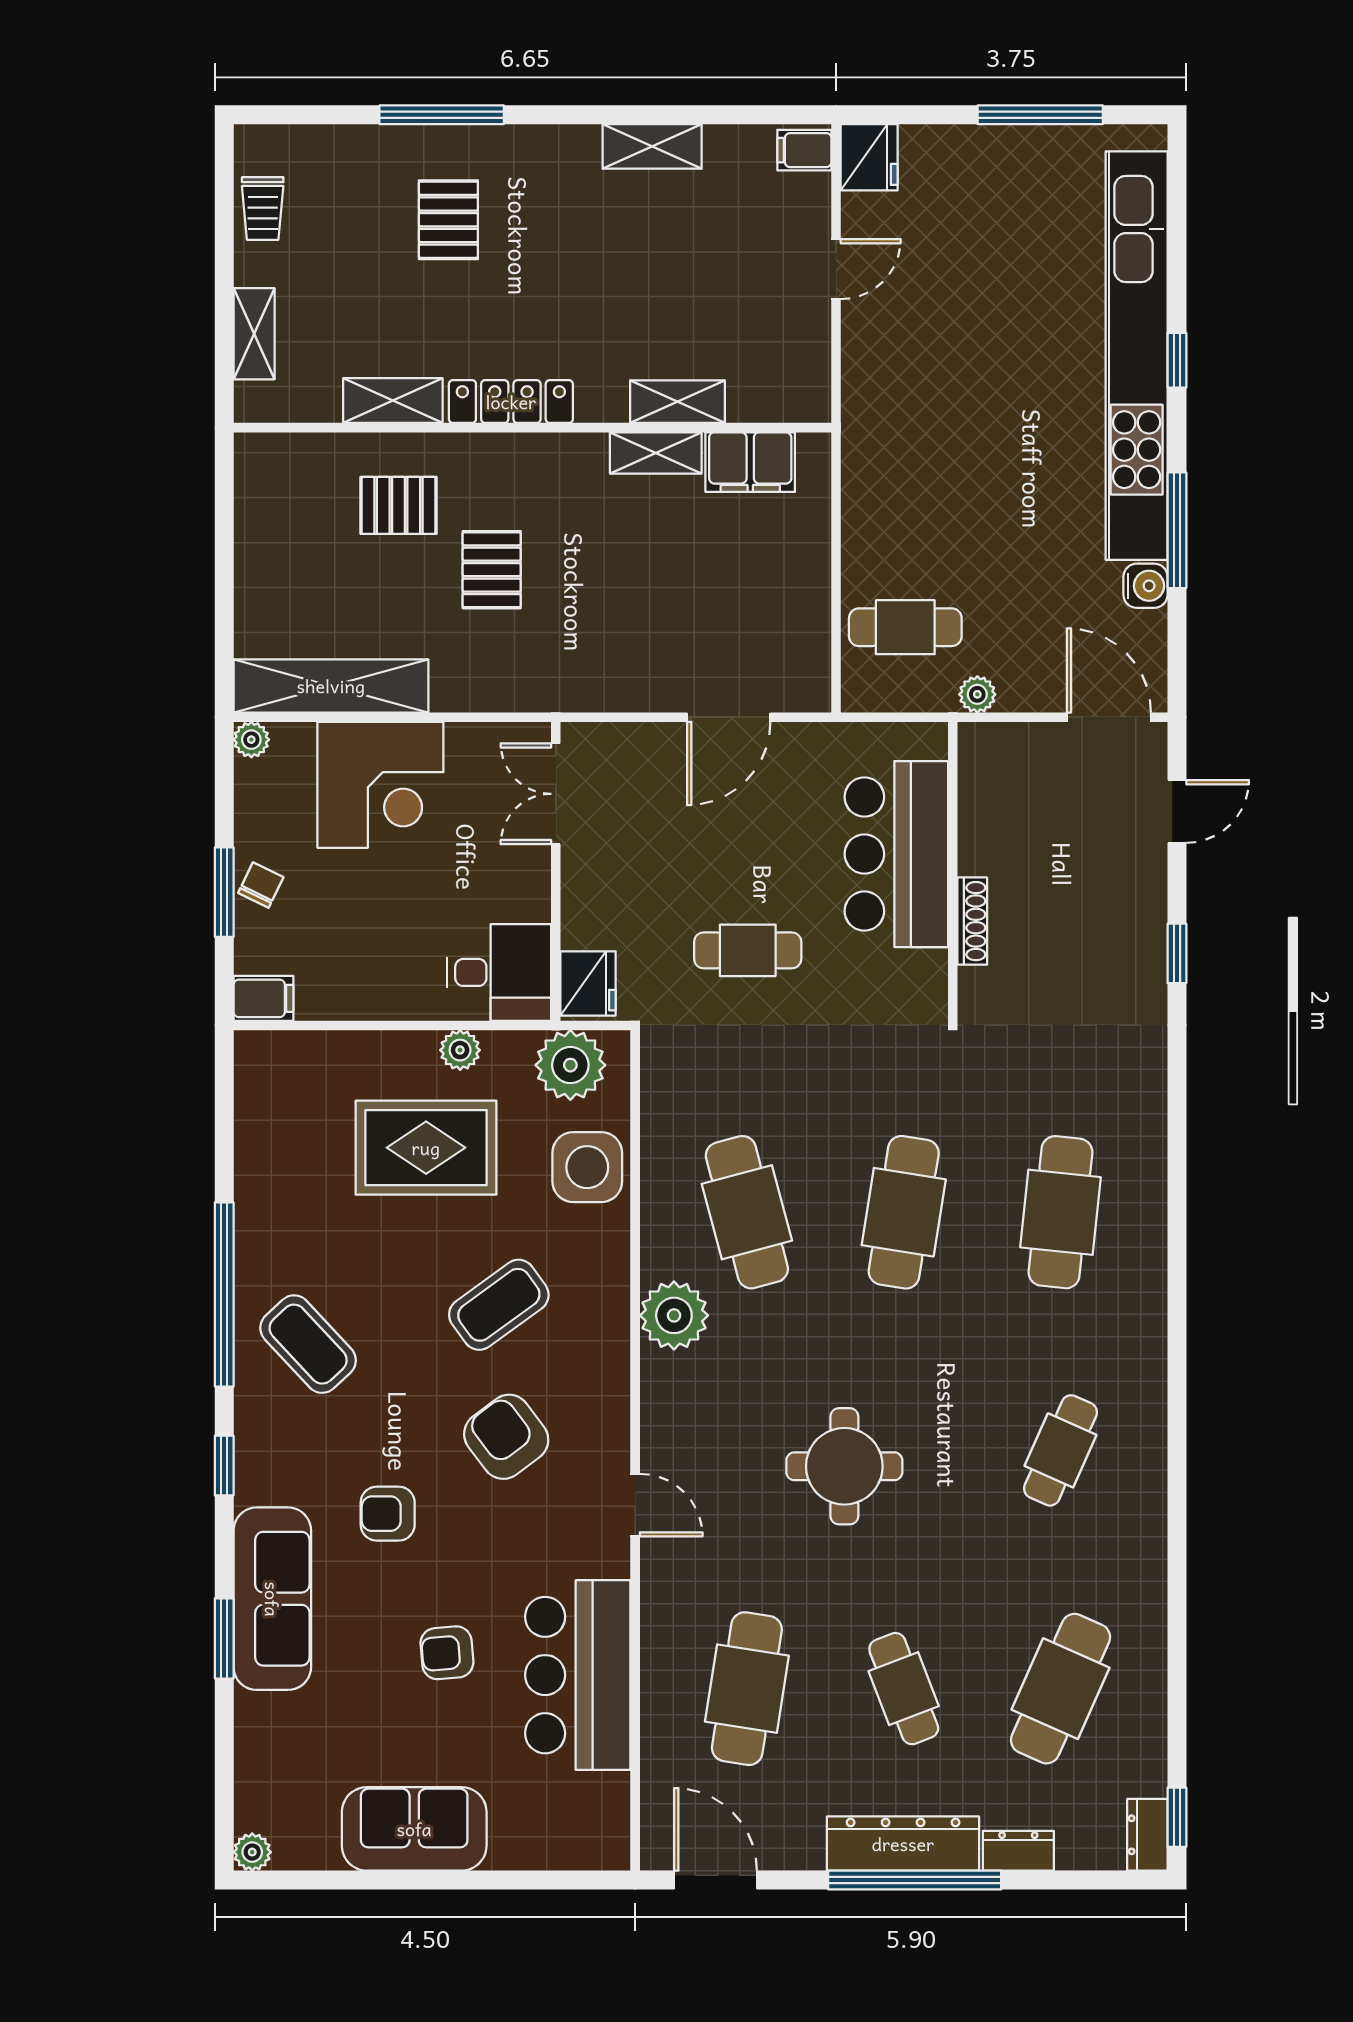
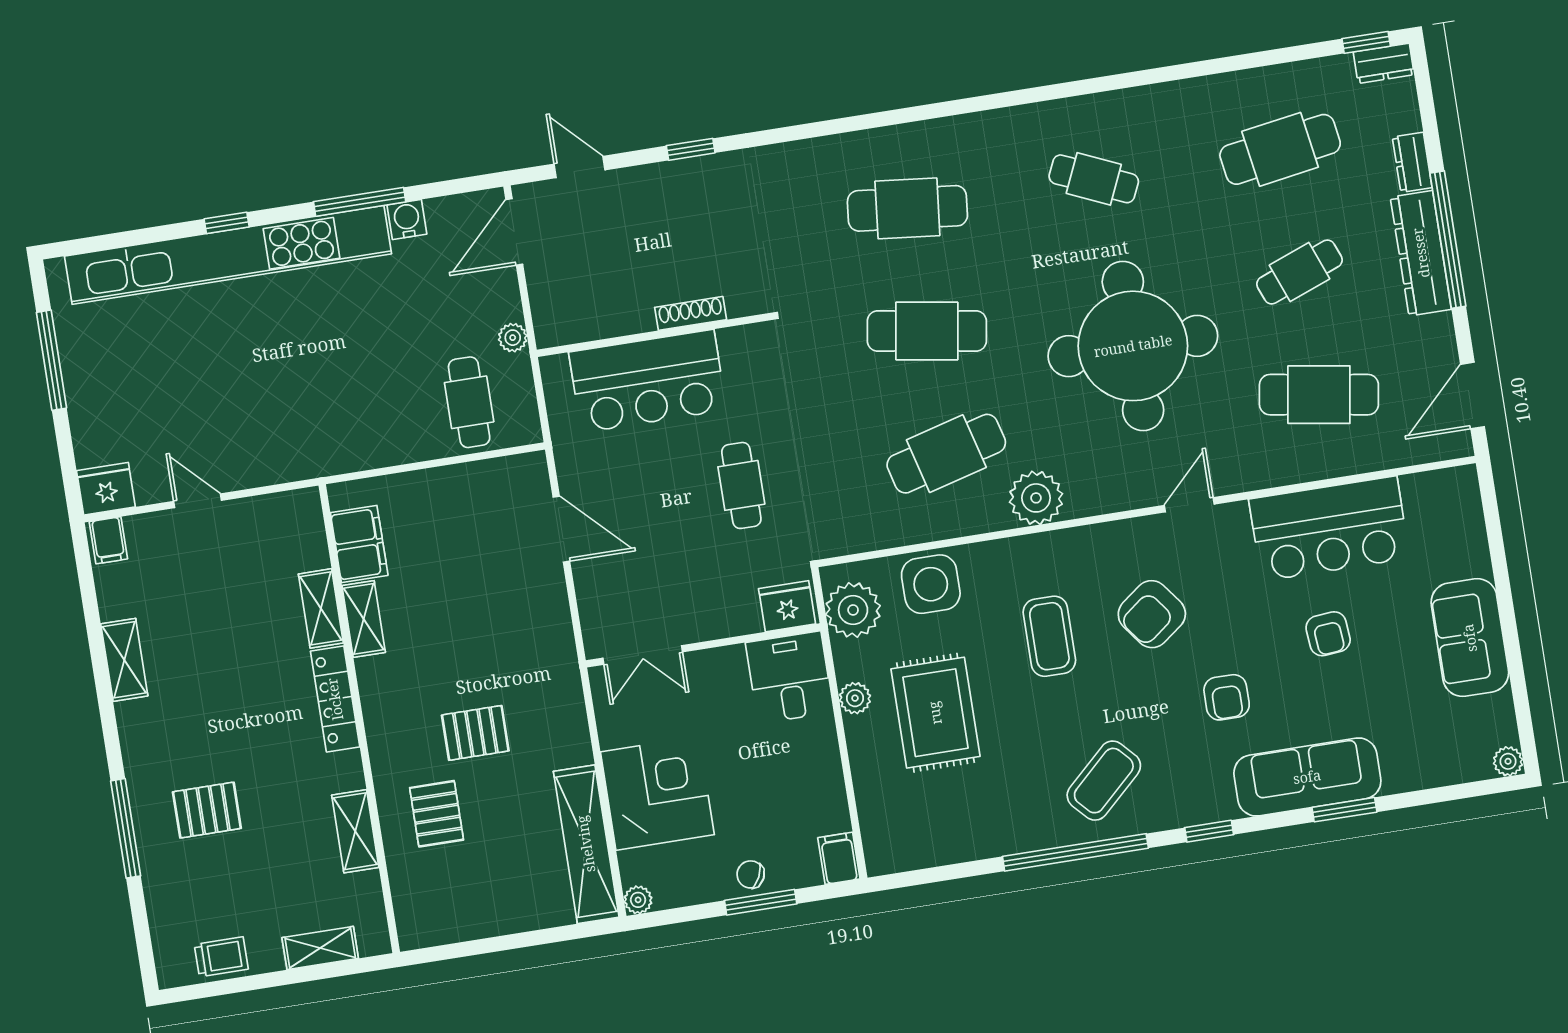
locker: (511, 402) -> (335, 699), moved
coffee table: (499, 1305) -> (1049, 636), turned 36
round table: (844, 1466) -> (1133, 346), width x1.86, depth x1.86
cafe table: (1061, 1689) -> (1280, 149), turned -33

